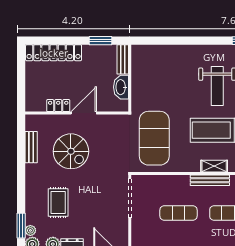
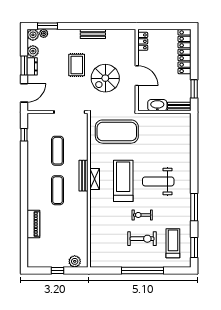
locker: (58, 106) -> (143, 41), moved
bench: (31, 147) -> (93, 34), moved
spiral stairs: (71, 151) -> (105, 78), moved
rug: (58, 203) -> (77, 65), moved, turned 90

